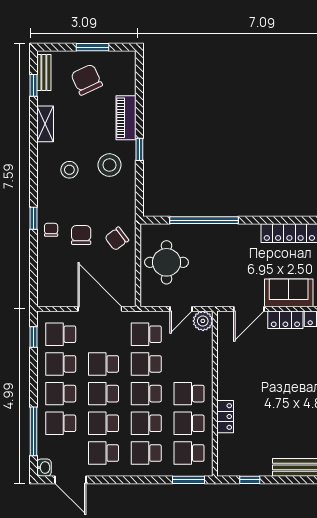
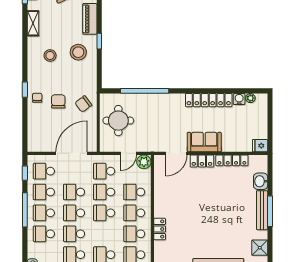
door: (100, 309) -> (72, 153), hinge flipped
school desk: (146, 423) -> (134, 192), moved
window: (34, 431) -> (25, 210), moved

